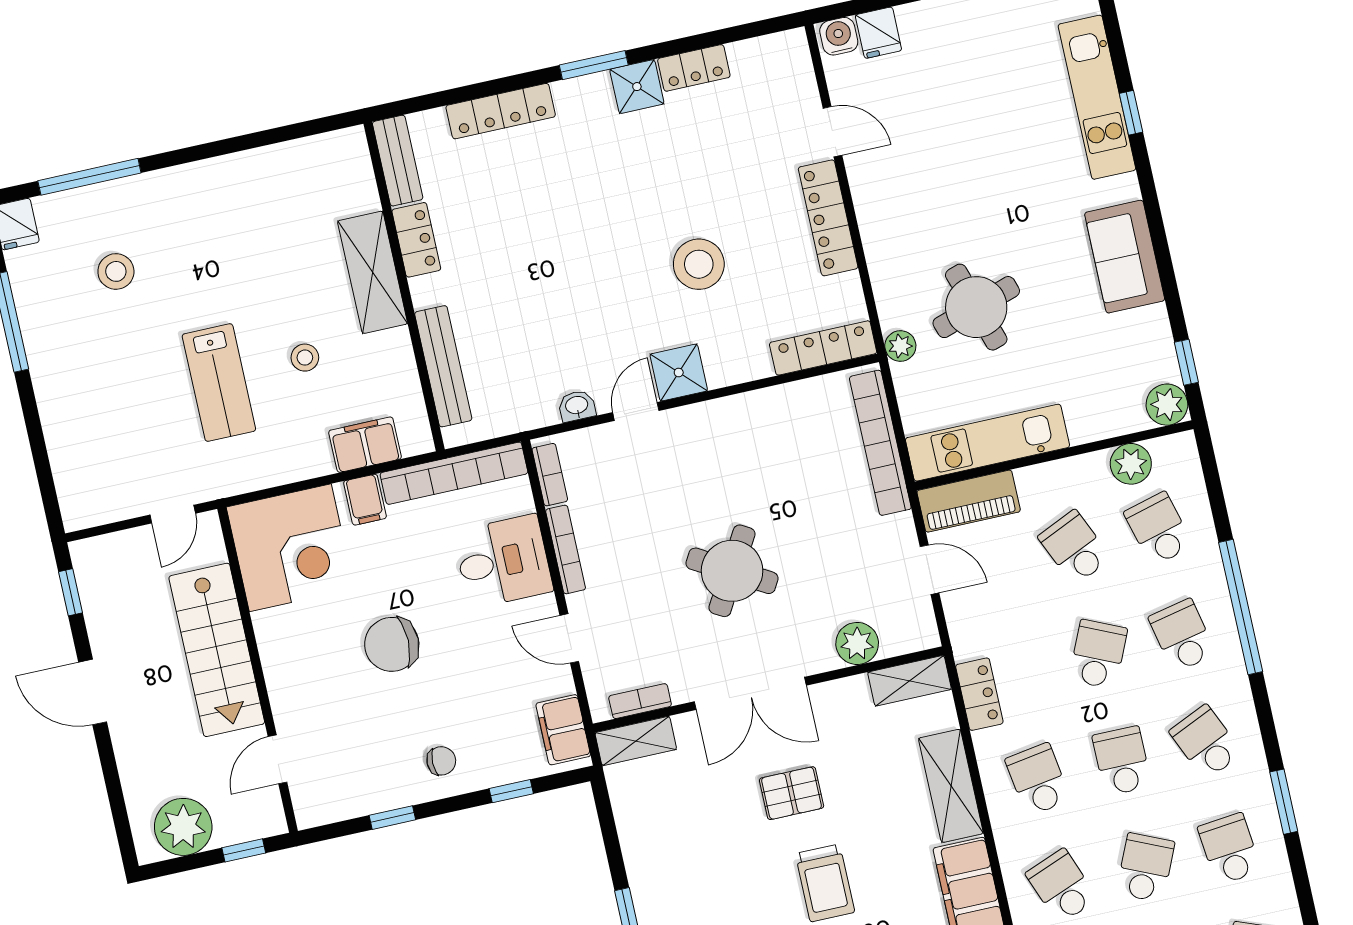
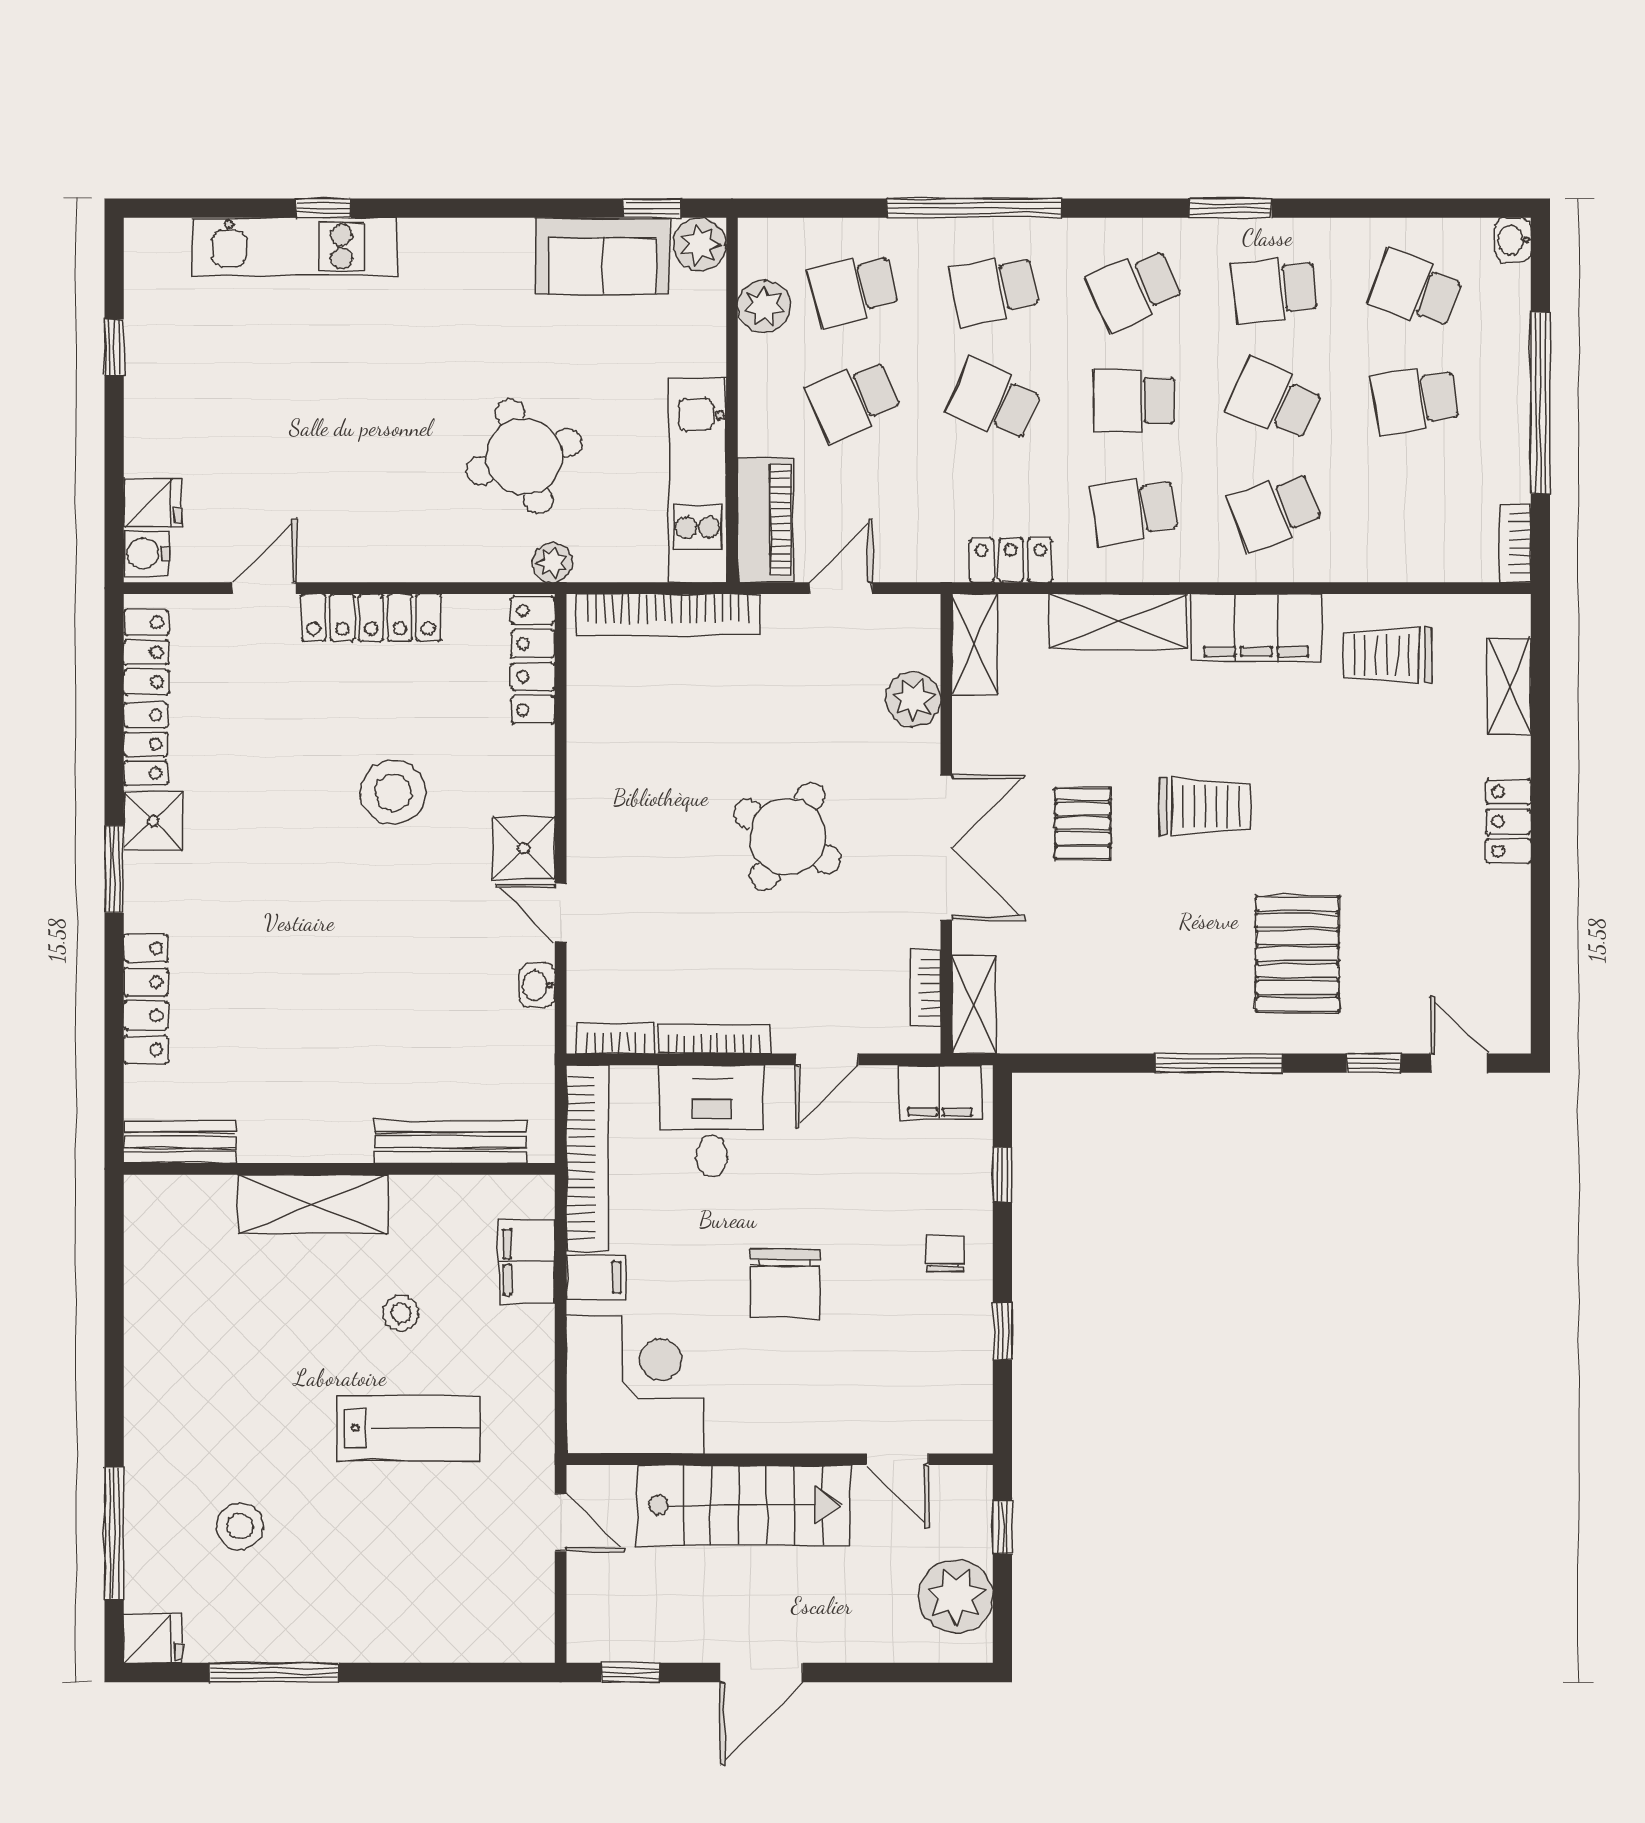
locker: (416, 240) -> (146, 652), moved, turned 90
sofa: (1125, 257) -> (603, 256), moved

